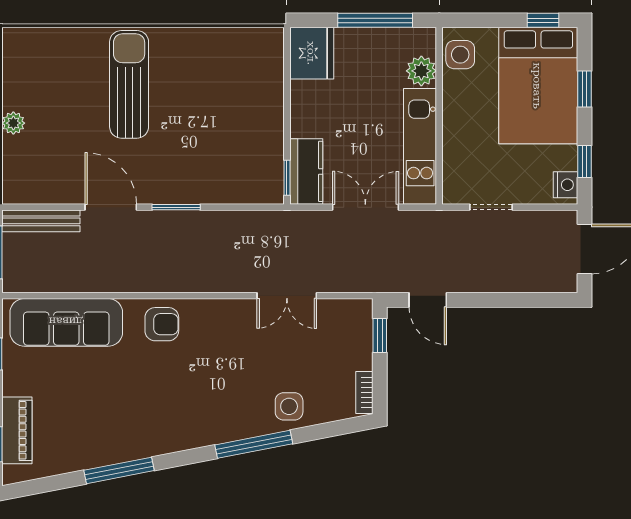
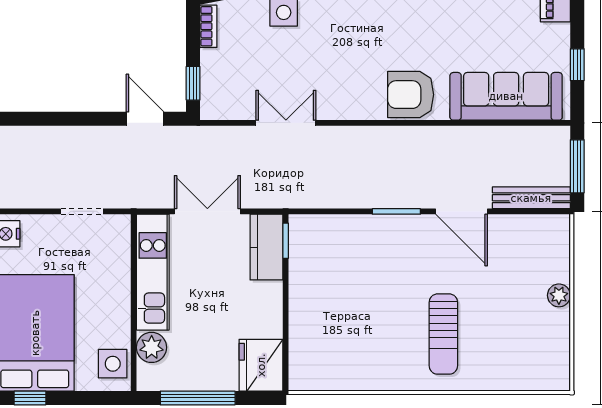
sun lounger: (129, 84) -> (443, 334), width x0.73, depth x0.75
double door: (365, 207) -> (207, 211), swing flipped
armchair: (162, 324) -> (411, 95), width x1.38, depth x1.38

